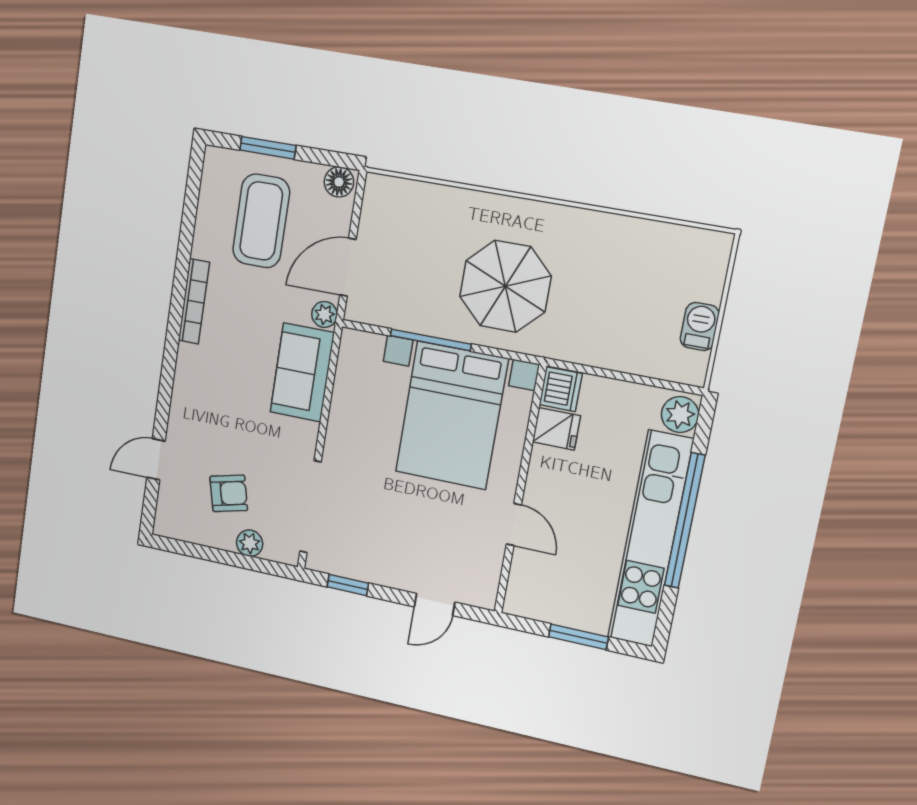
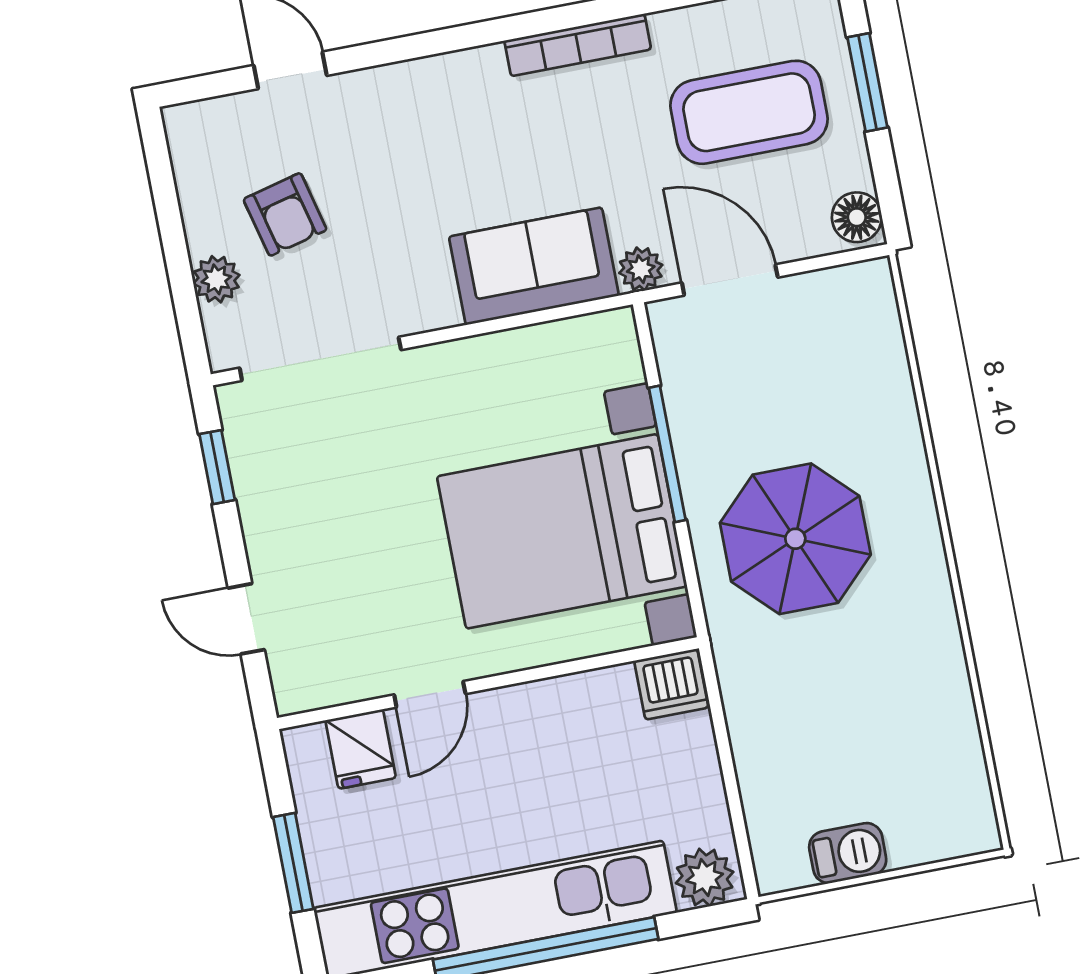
fridge: (556, 429) -> (361, 749), moved

